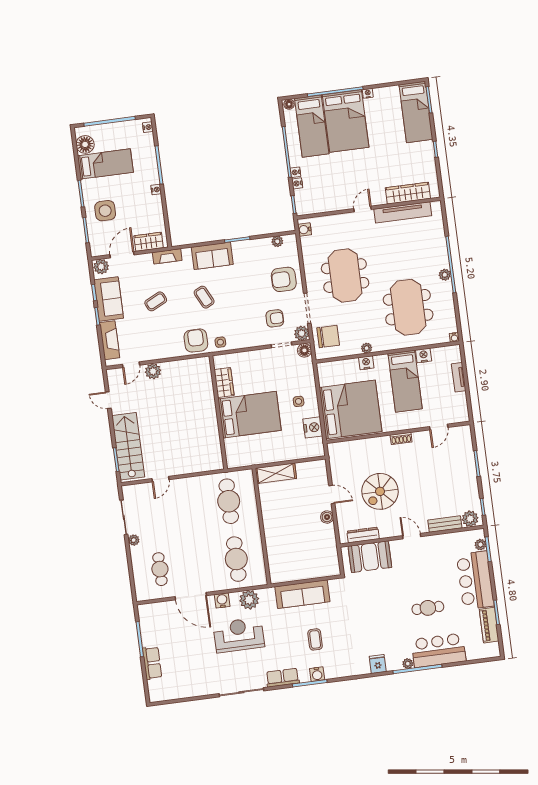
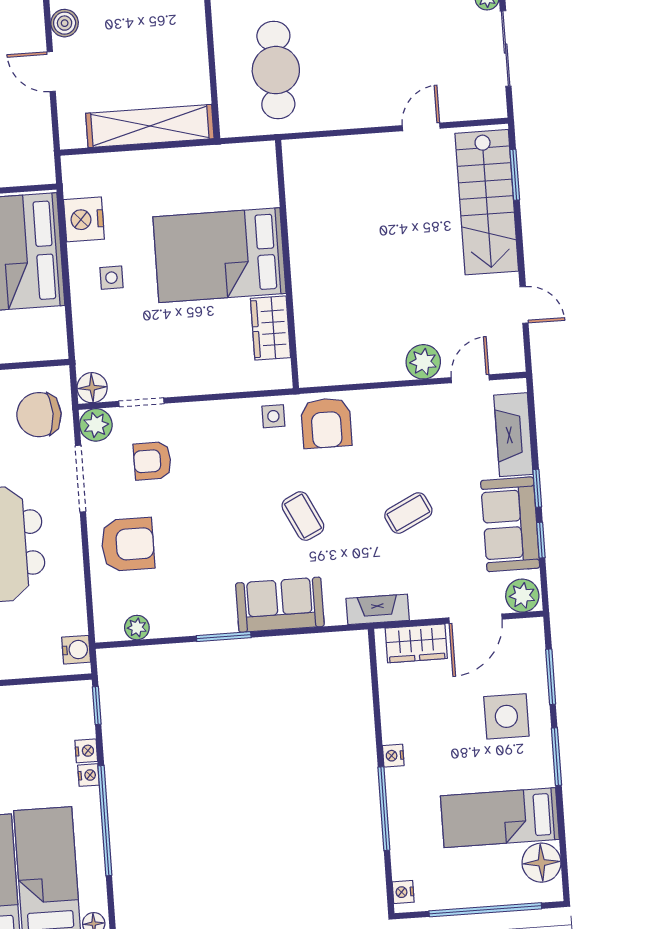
shelving: (276, 473) -> (150, 126), width x1.47

